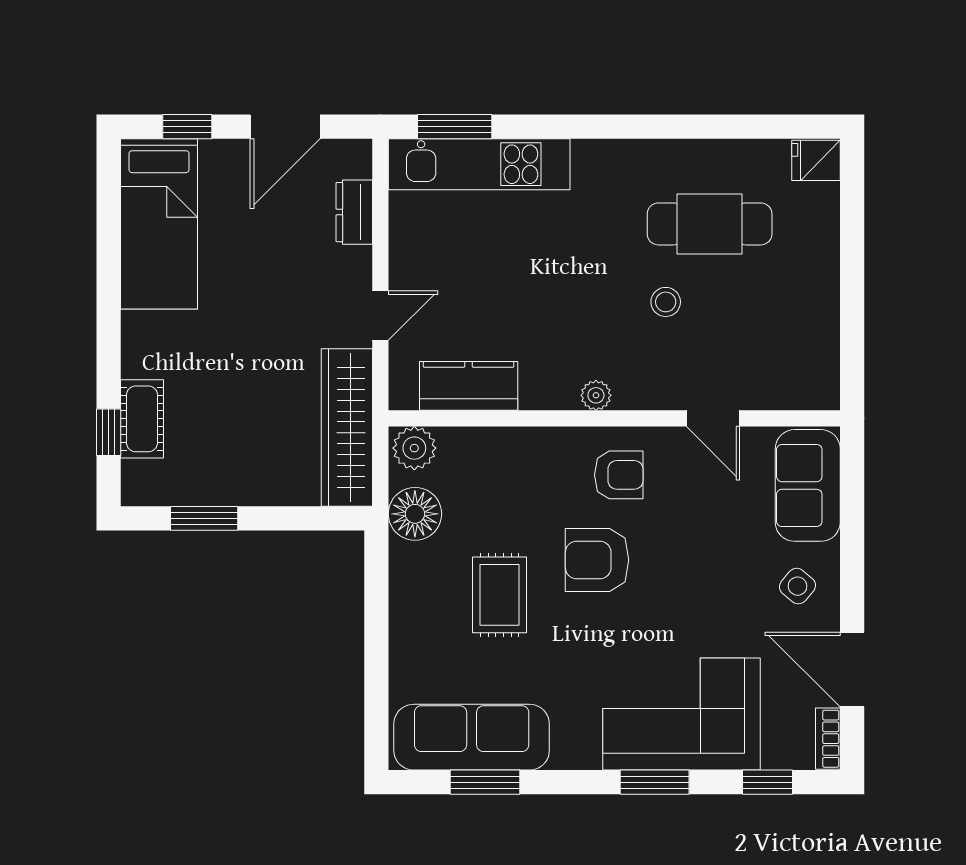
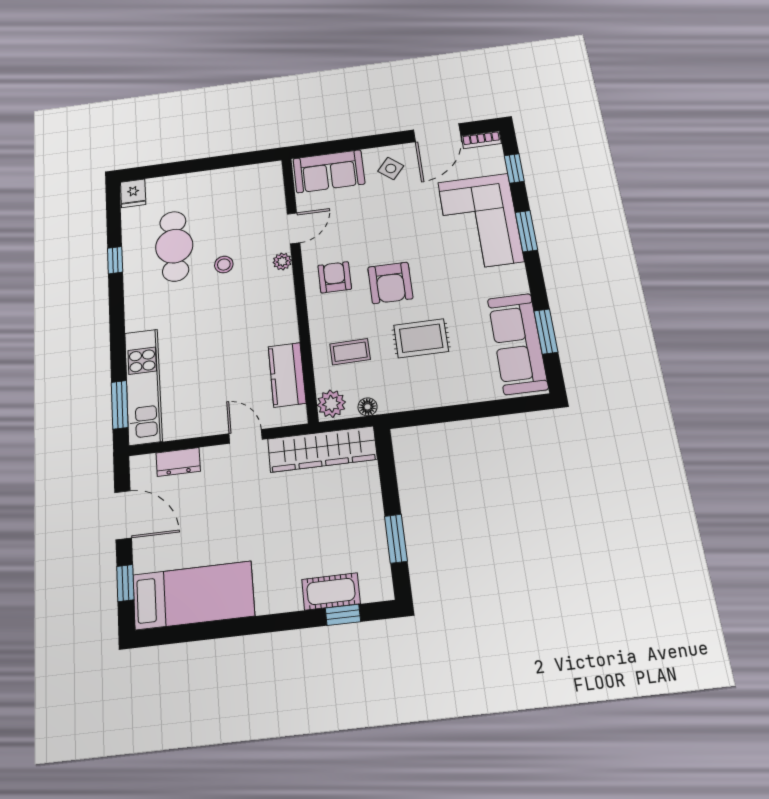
window: (699, 127) -> (115, 260), added
plant: (596, 395) -> (282, 261), moved
coffee table: (492, 485) -> (350, 352), added
floor lamp: (415, 514) -> (368, 407), width x0.53, depth x0.53

